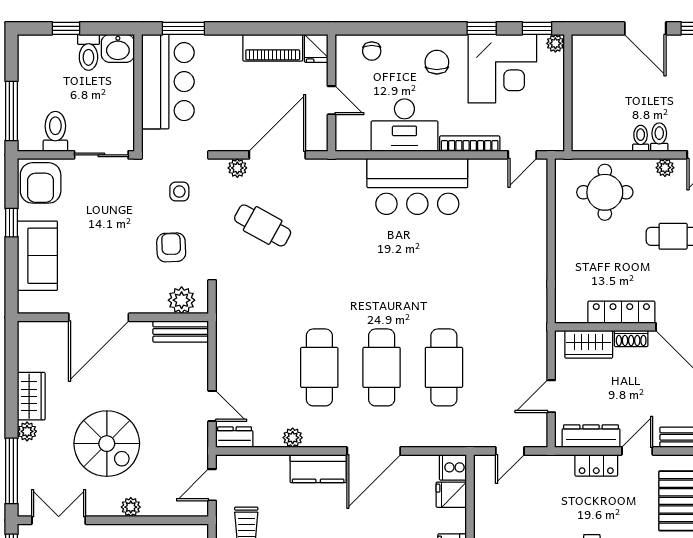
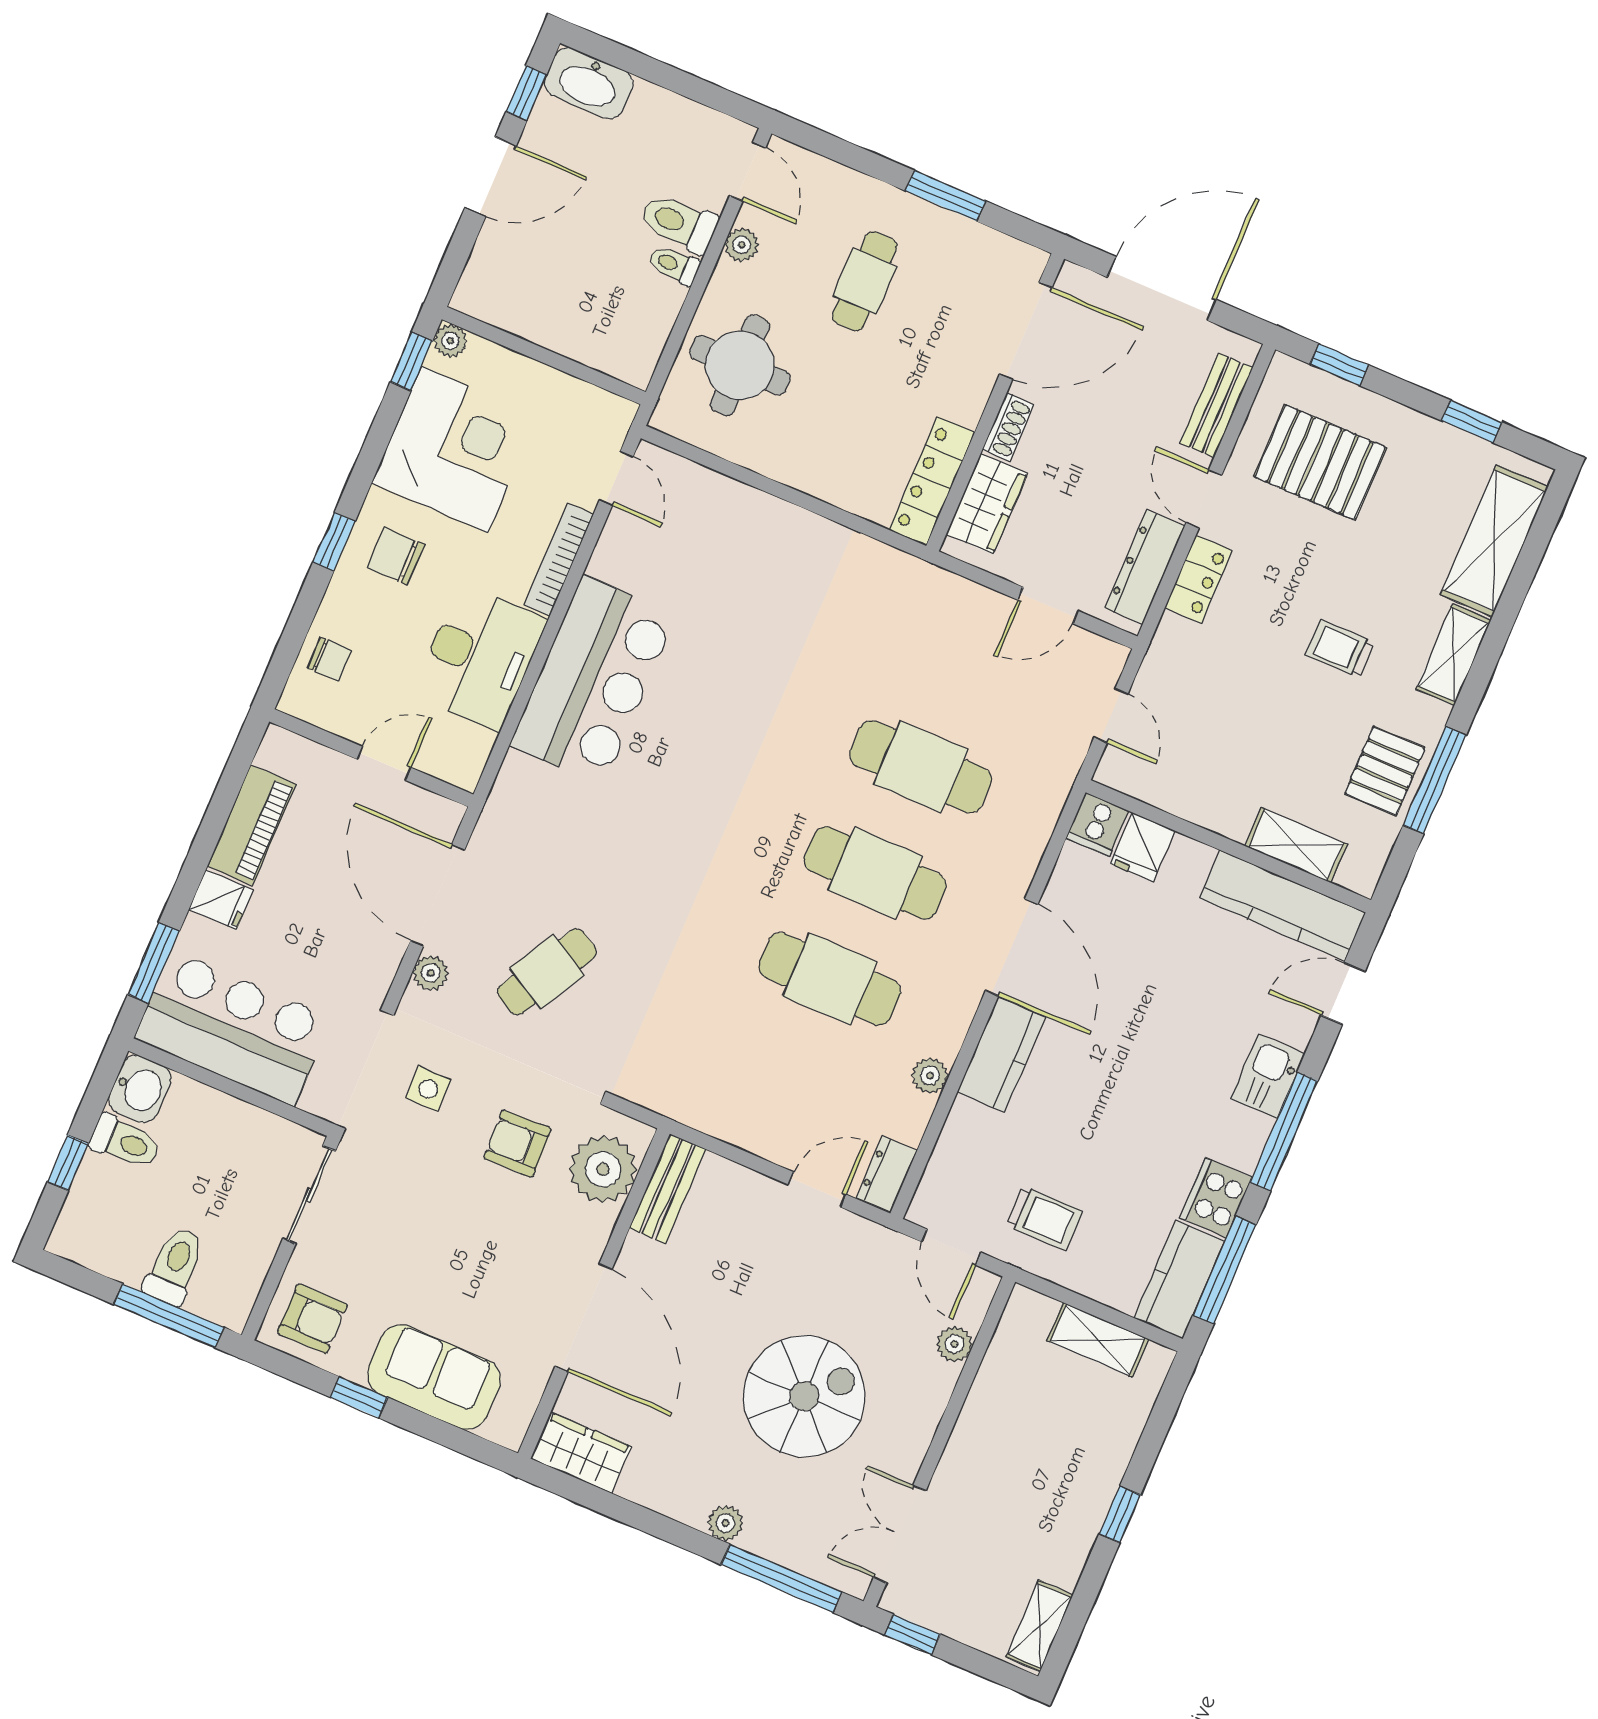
window: (482, 28) -> (334, 542), moved
fridge: (316, 48) -> (221, 900), moved
toilet: (55, 131) -> (175, 1266), moved, turned 90
toilet: (659, 137) -> (679, 223), width x1.37, depth x1.39
armchair: (41, 183) -> (312, 1319), width x0.72, depth x0.72
plant: (182, 300) -> (603, 1169), width x1.36, depth x1.36
locker: (621, 312) -> (932, 481), moved
wardrobe: (31, 396) -> (581, 1453), moved
door: (551, 396) -> (1048, 605), hinge flipped
plant: (131, 507) -> (954, 1344), moved

